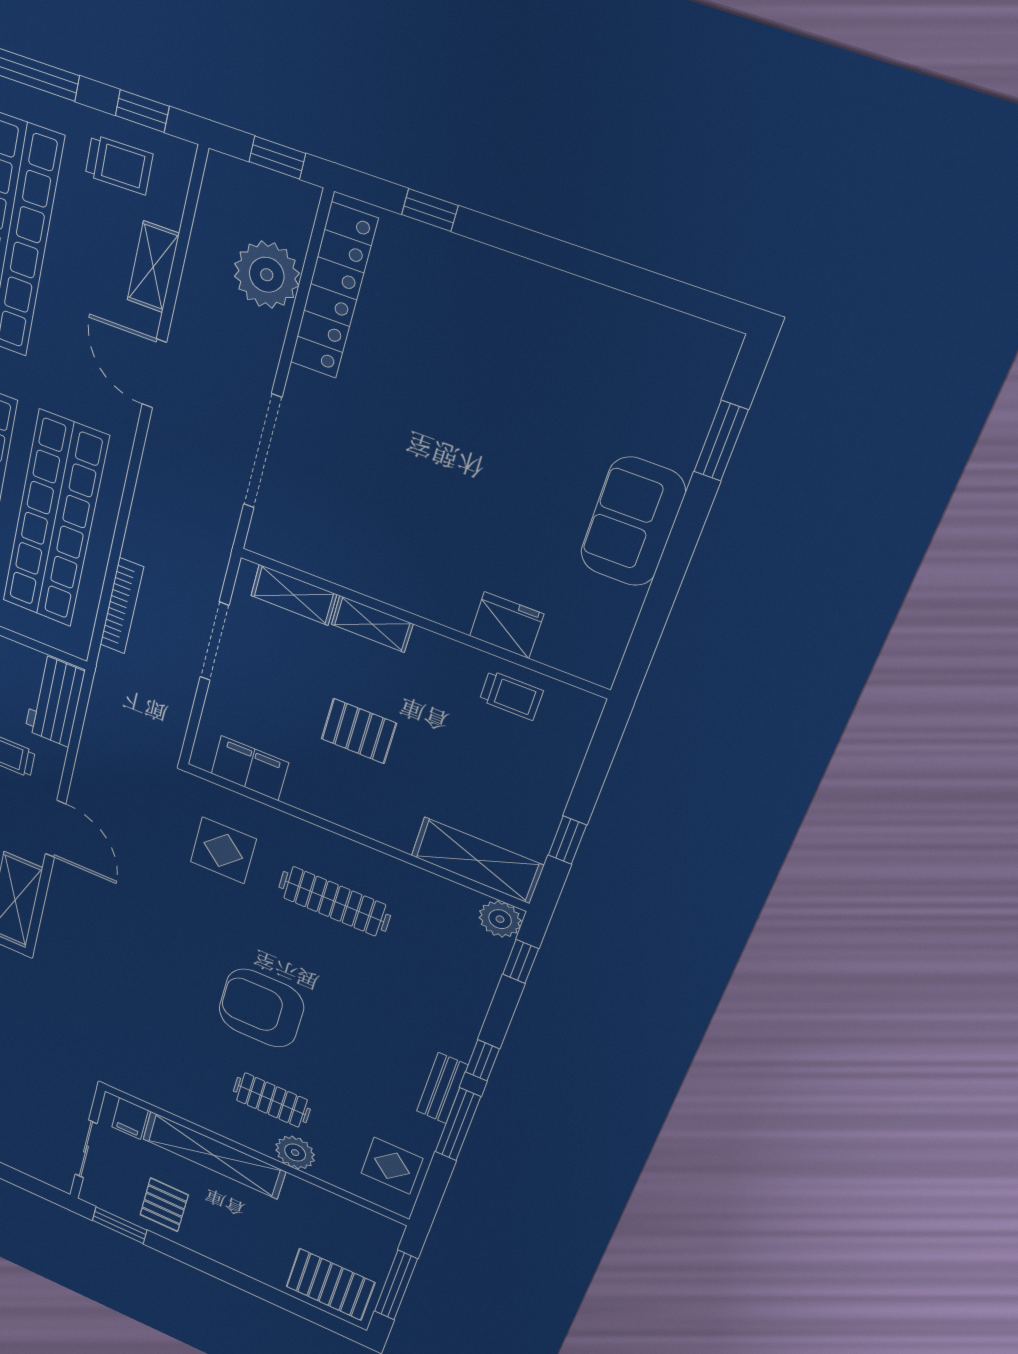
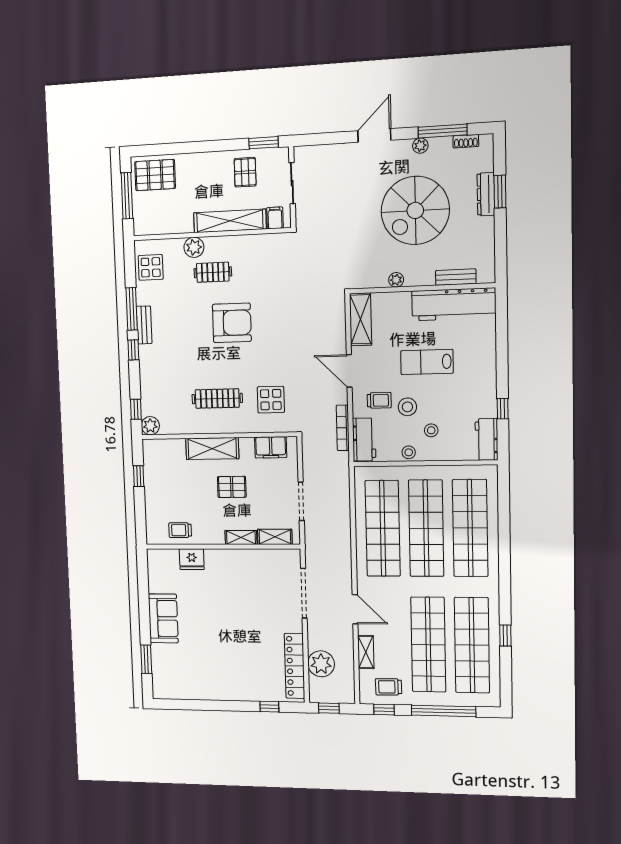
bookcase: (122, 606) -> (343, 428), moved
shelving: (477, 860) -> (212, 449), moved

